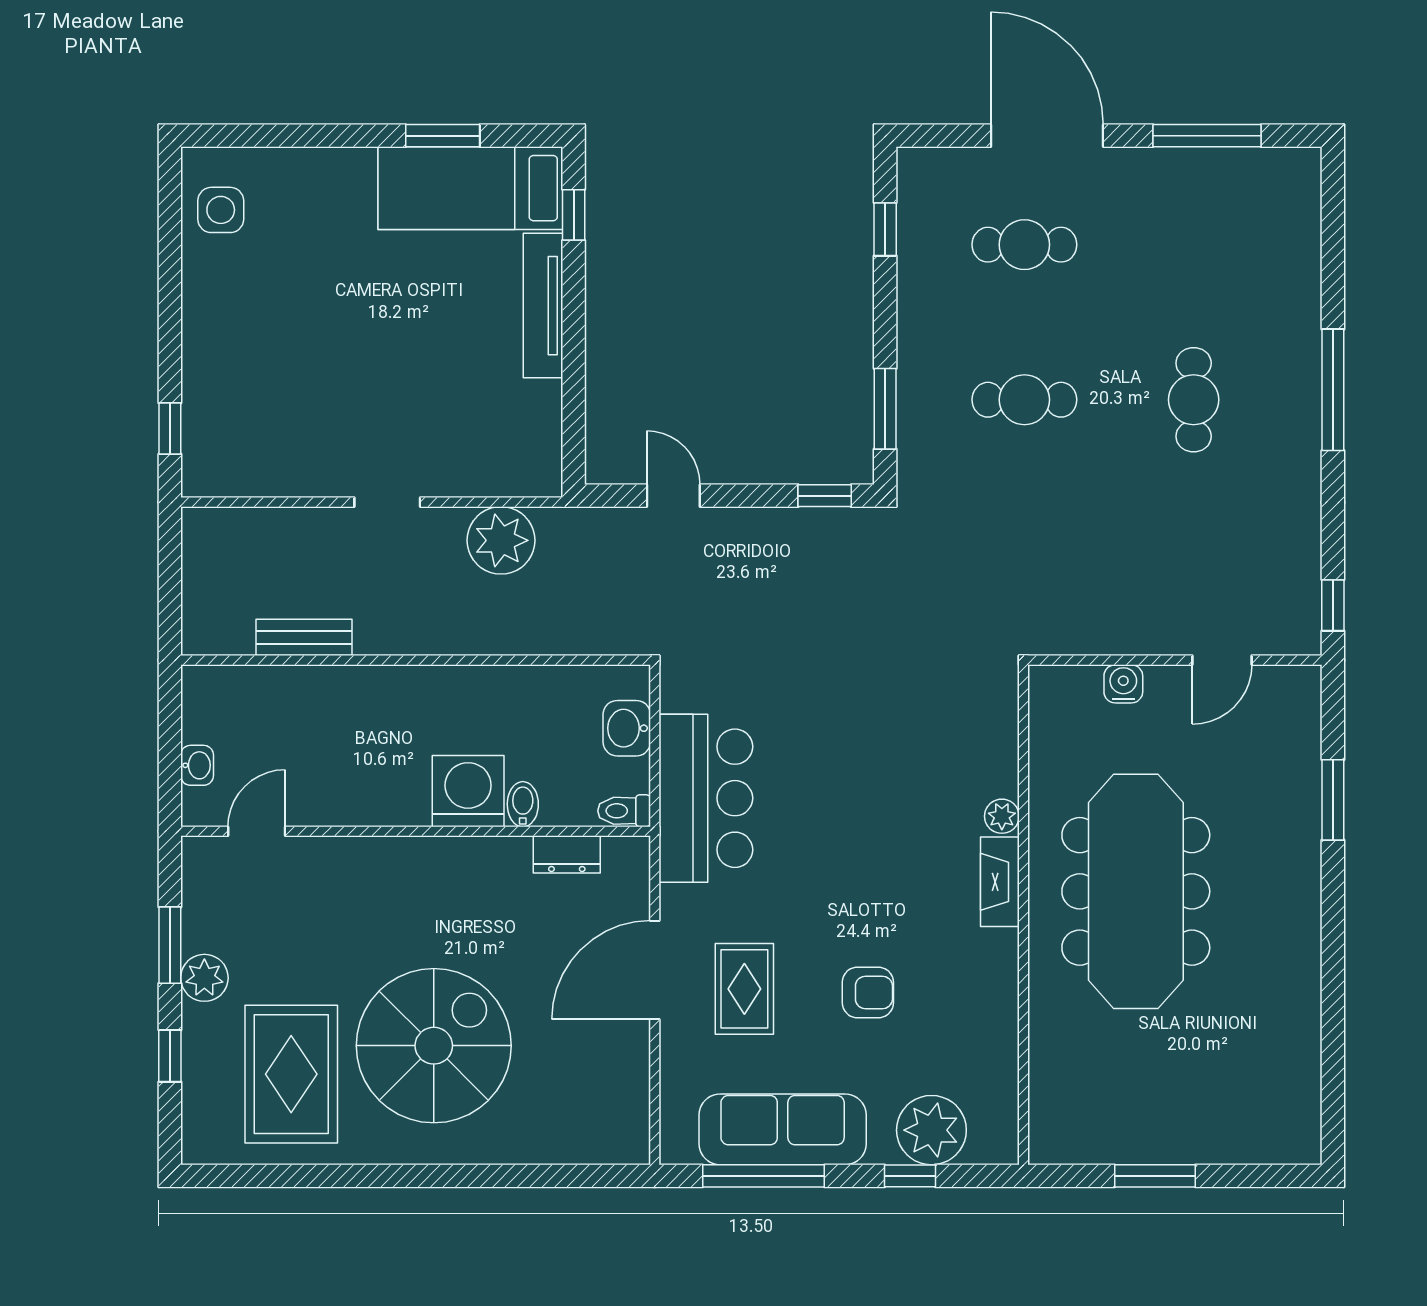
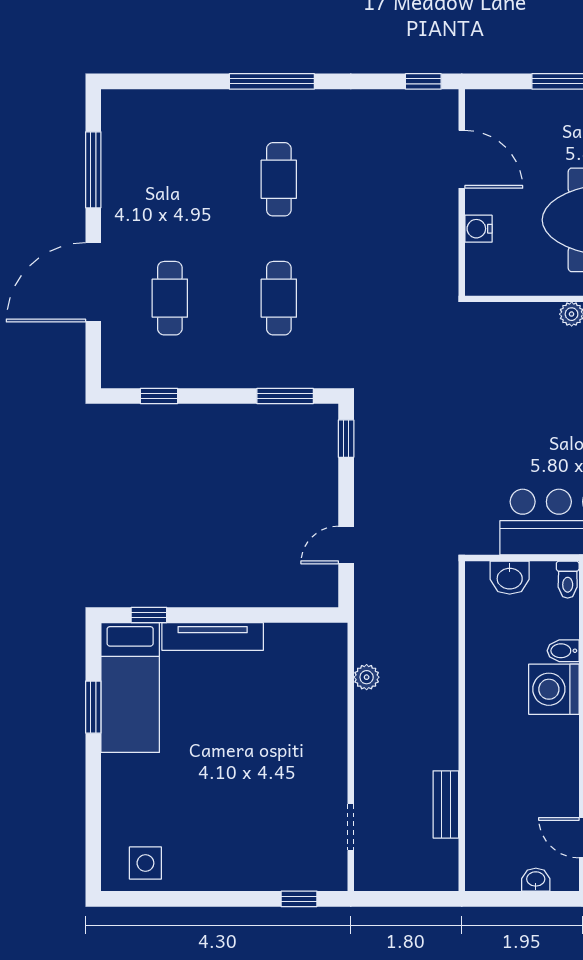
cafe table: (1194, 400) -> (279, 179), turned 90
doorway: (387, 502) -> (351, 827), moved
plant: (501, 540) -> (367, 677), width x0.53, depth x0.53
door: (1222, 660) -> (462, 159), width x1.37

